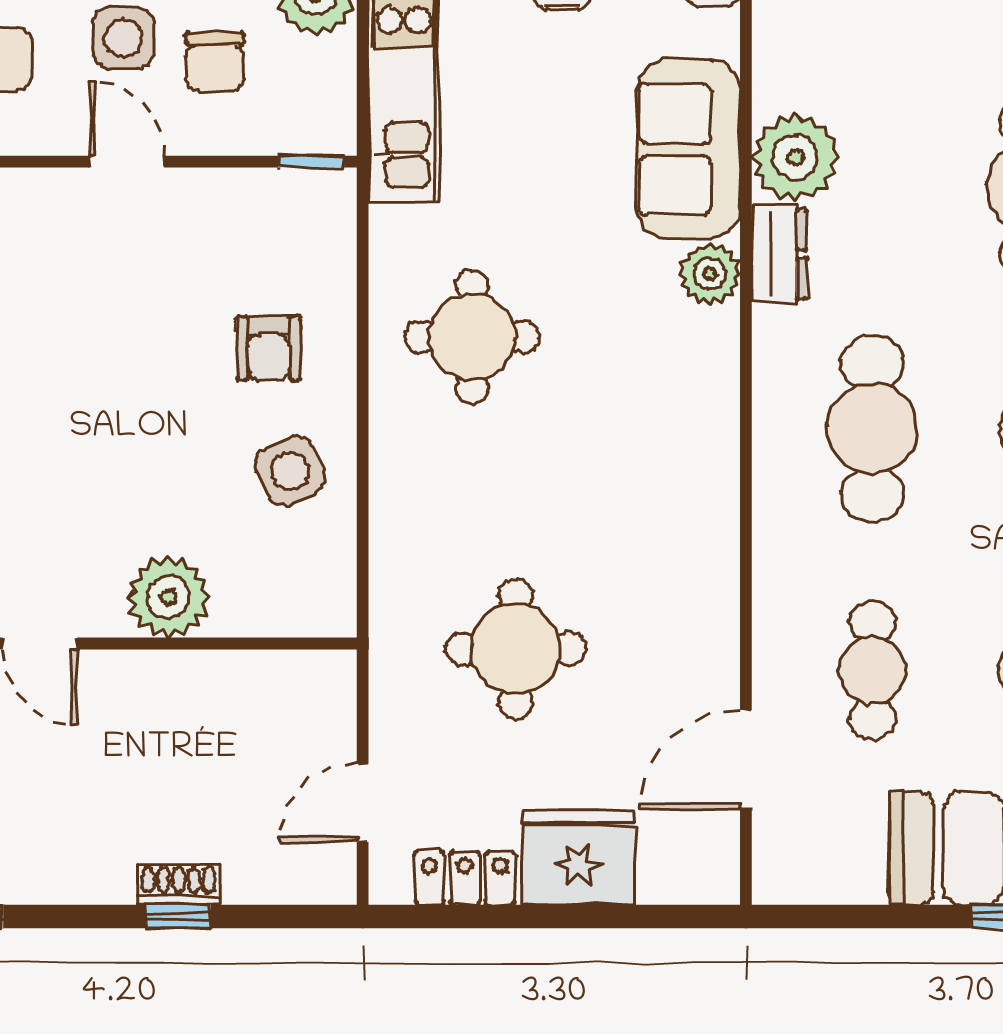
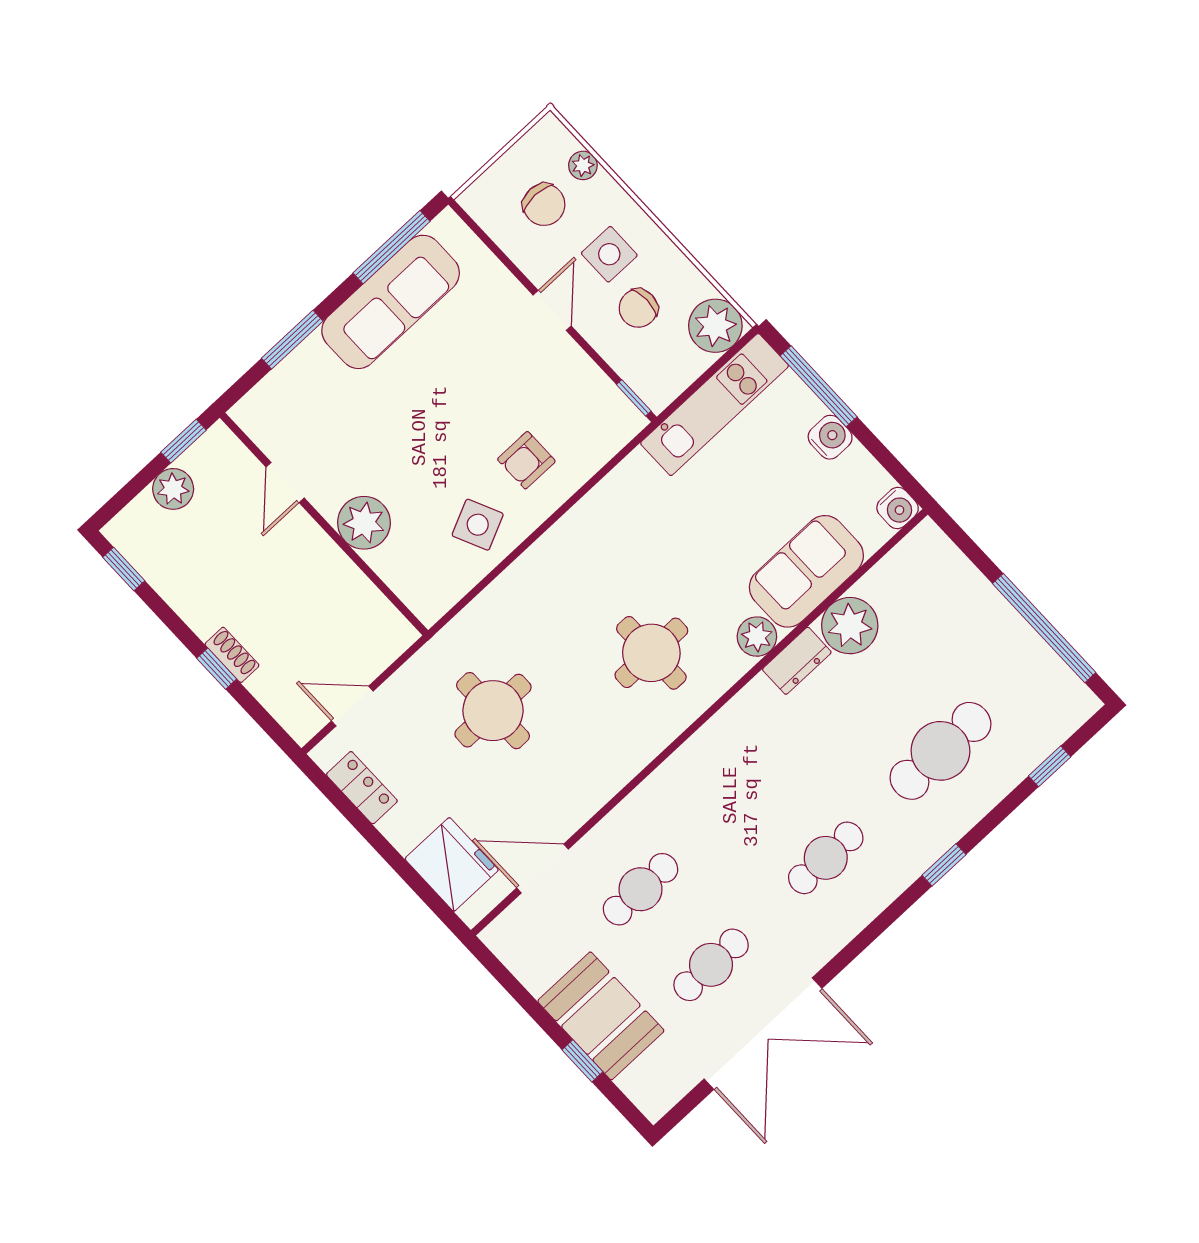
round table: (472, 337) -> (651, 653), moved
cafe table: (872, 429) -> (755, 782), removed
fridge: (579, 857) -> (452, 864), moved

